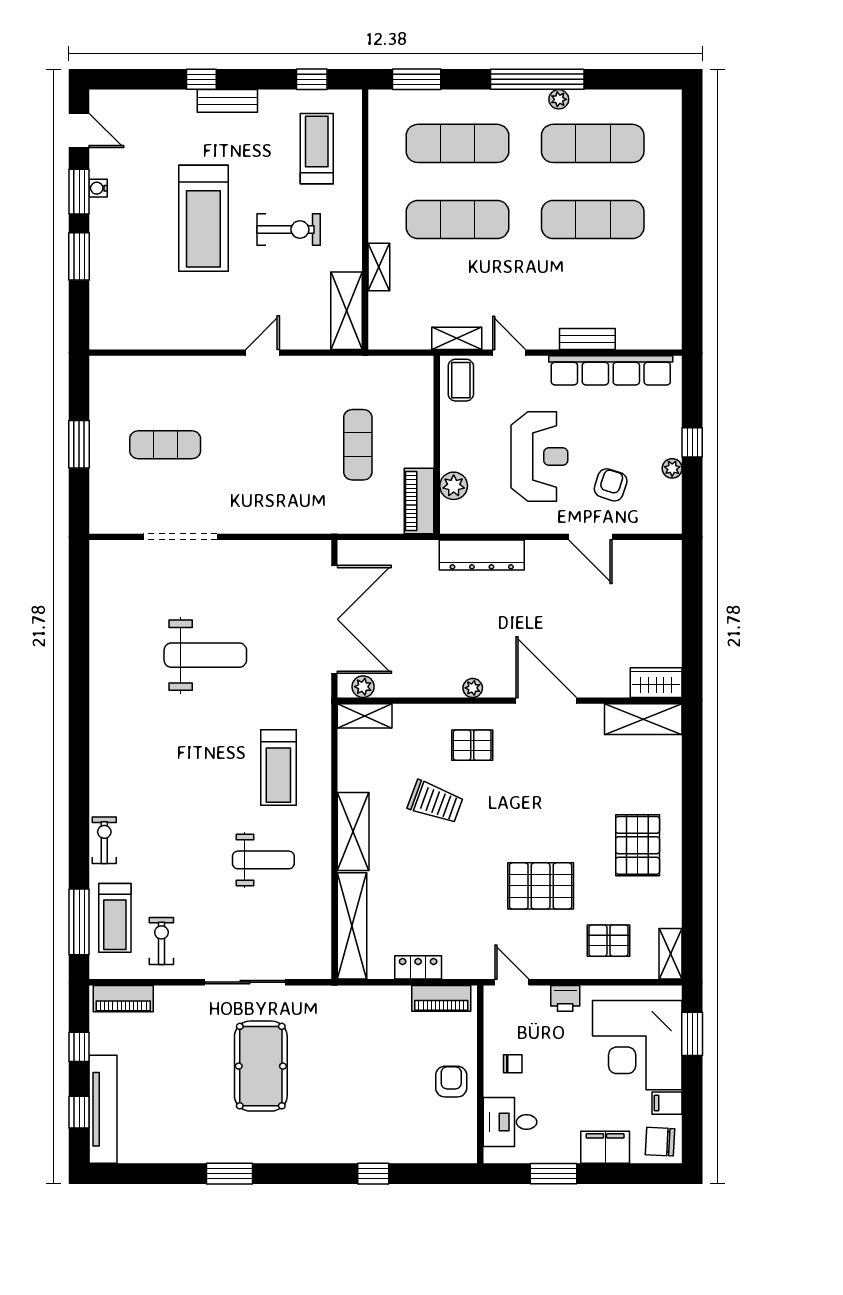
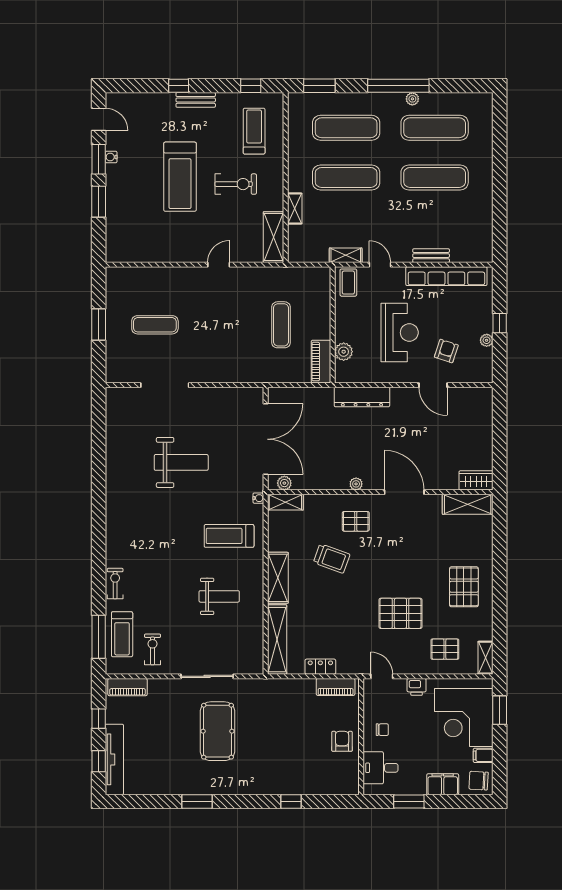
water cooler: (323, 710) -> (258, 498), added
treadmill: (278, 768) -> (229, 536), turned 90

